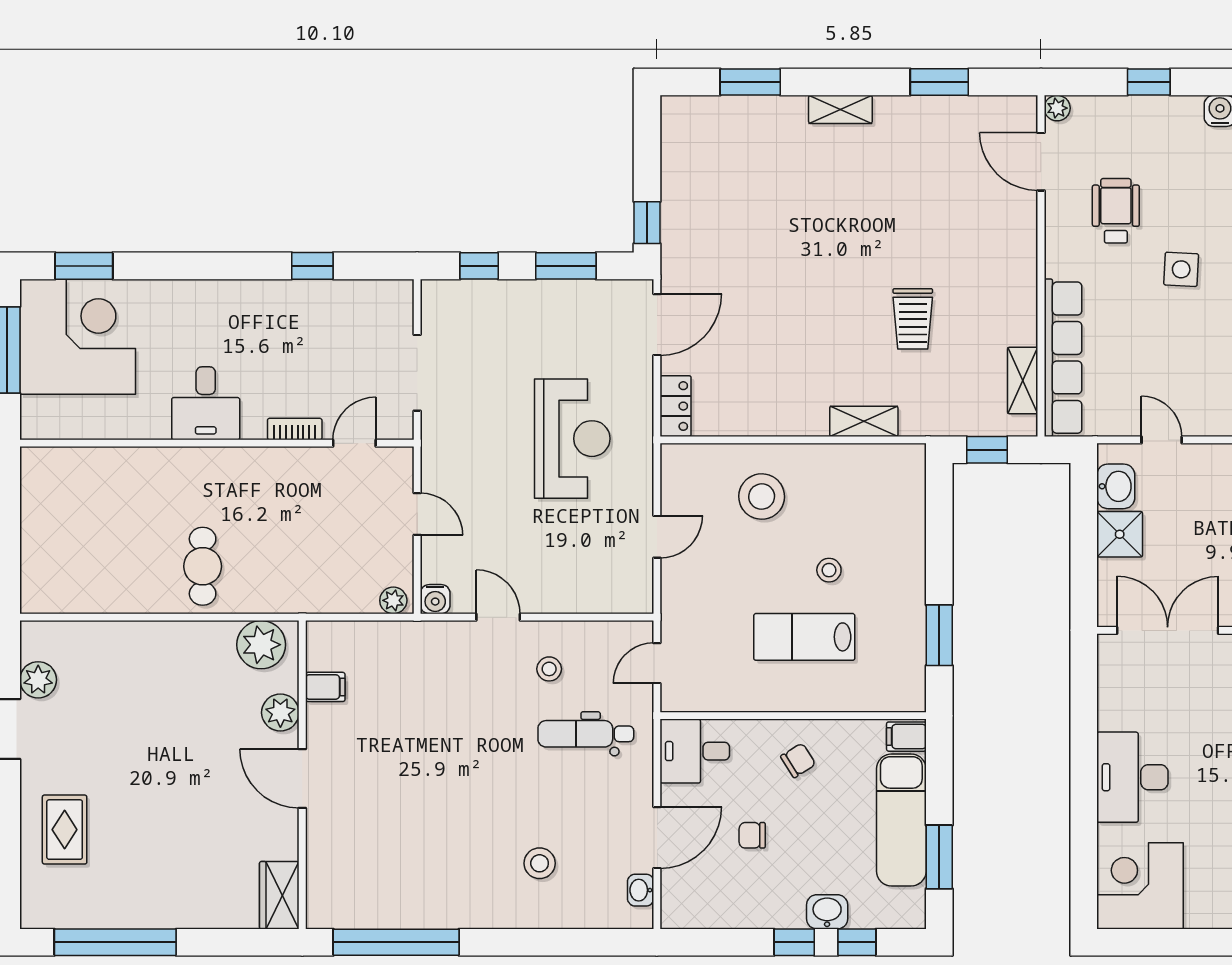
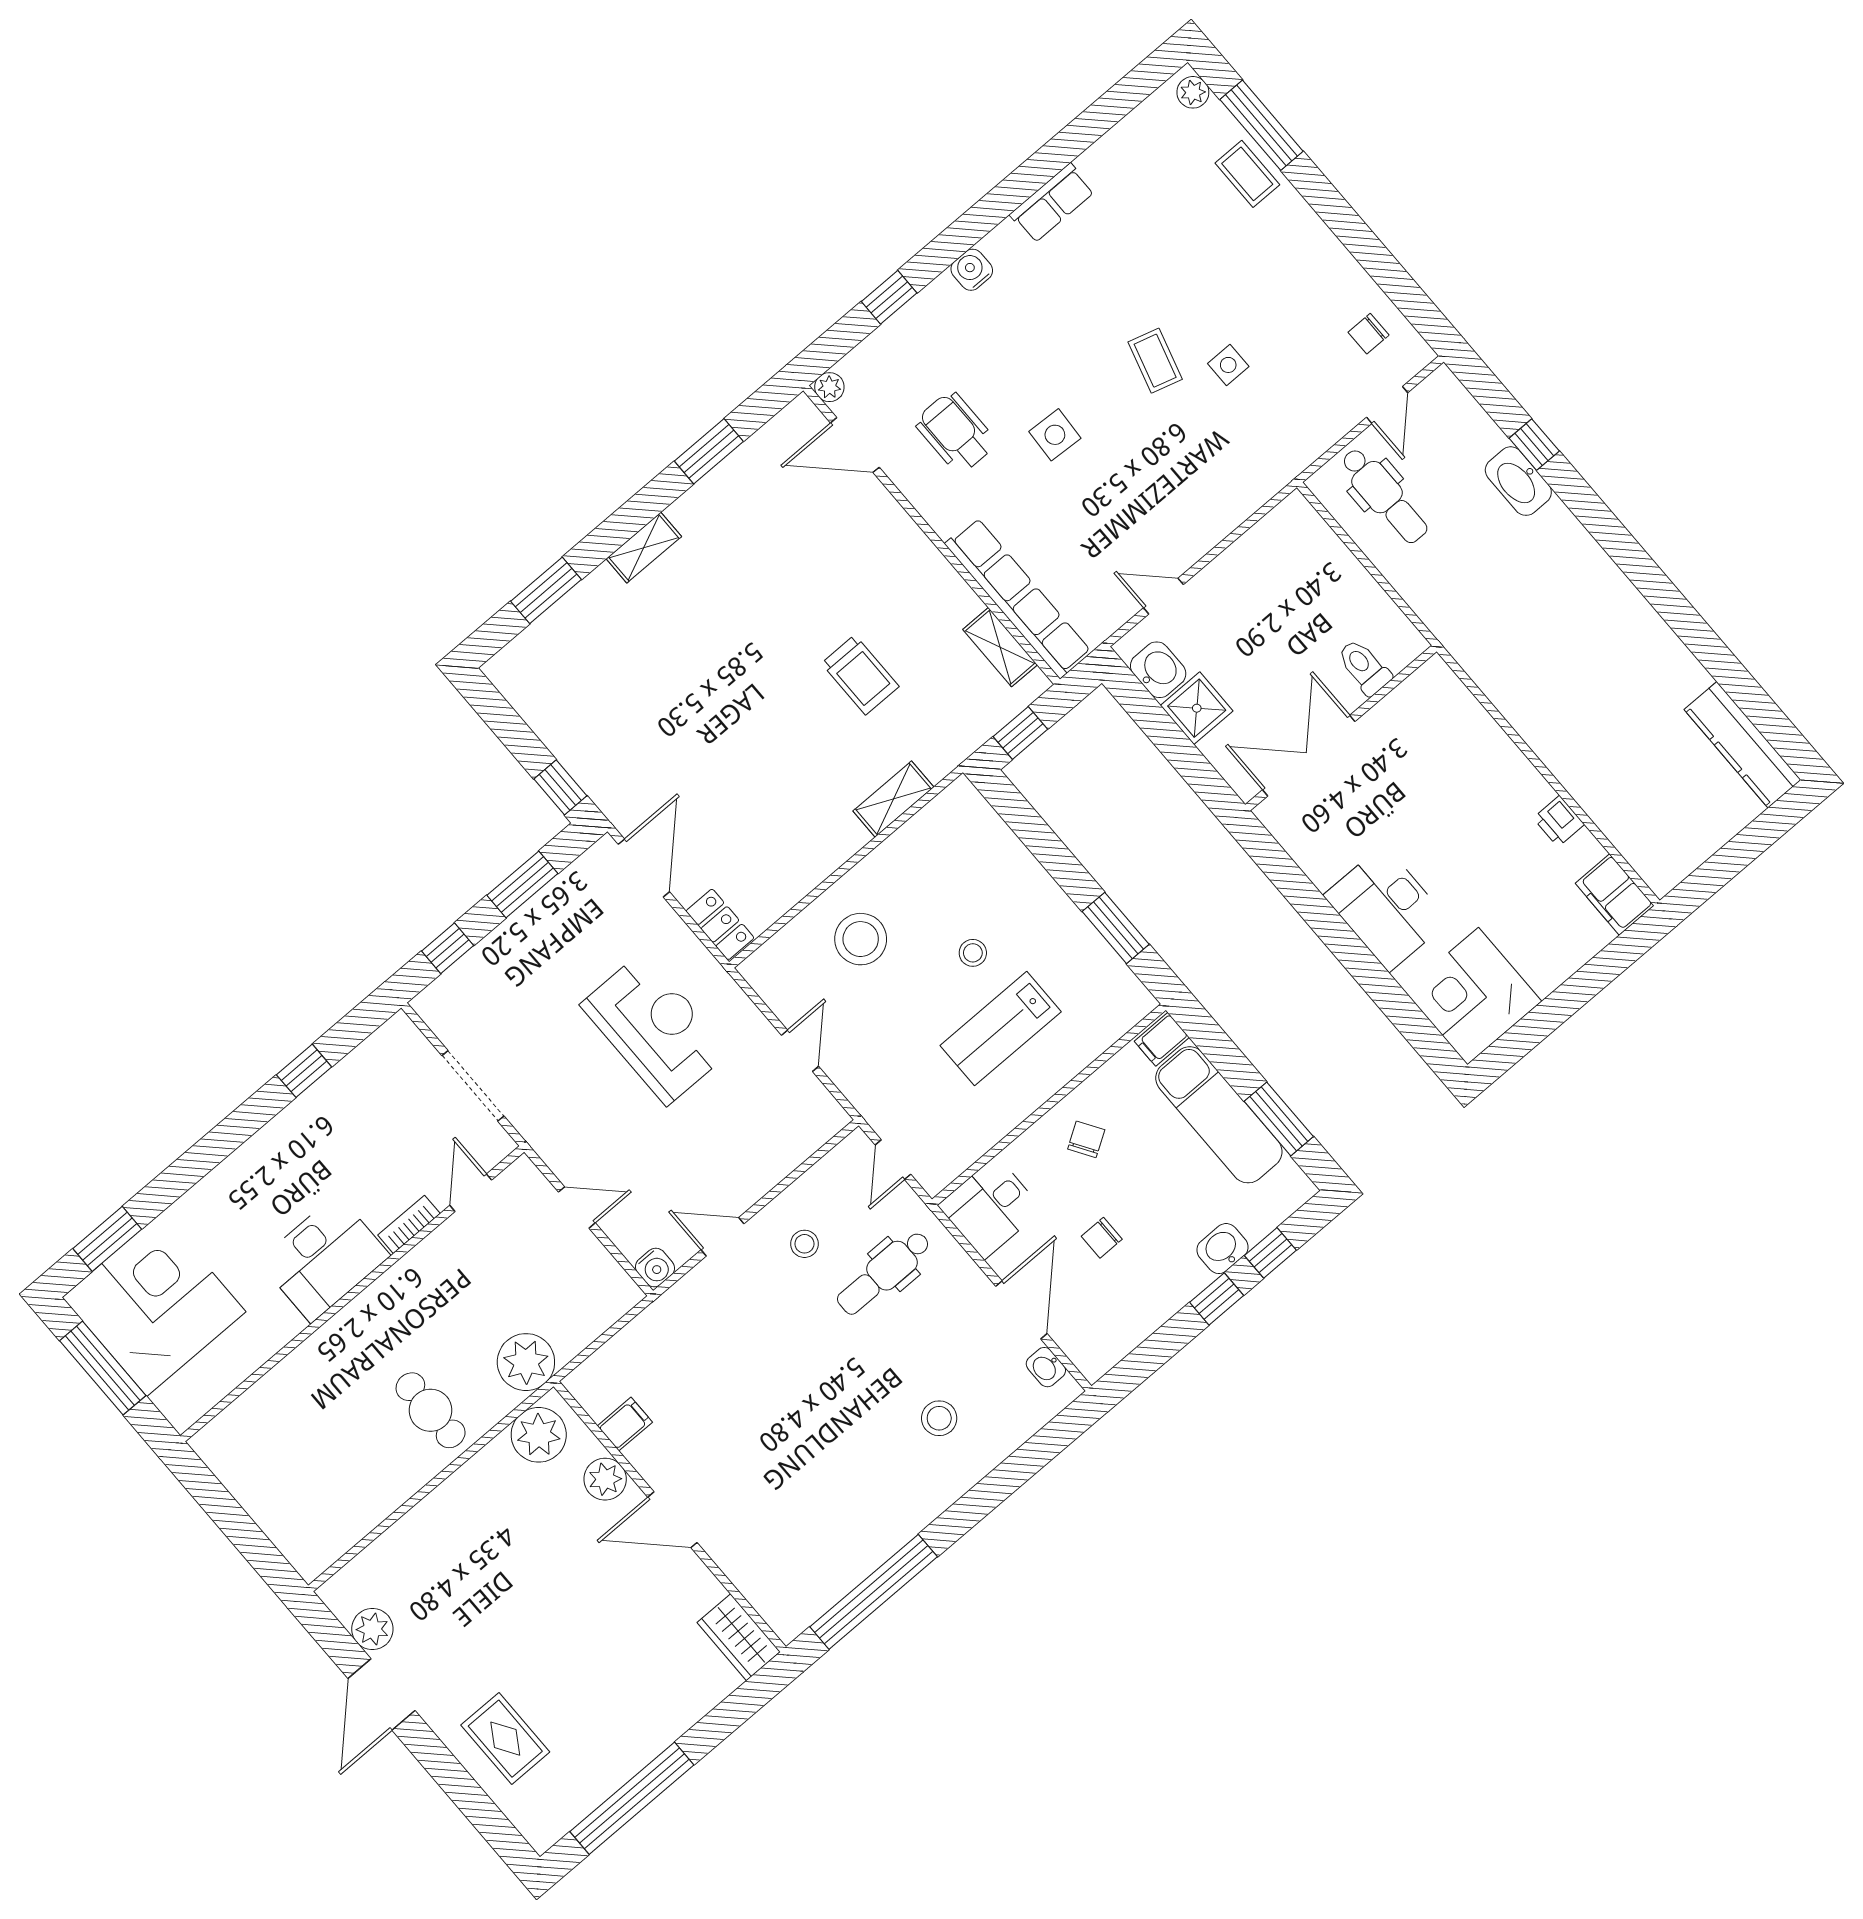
desk: (206, 403) -> (324, 1258), width x1.37
plant: (393, 600) -> (526, 1362), moved, width x1.88, depth x1.88

